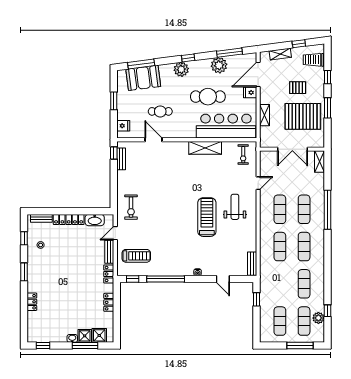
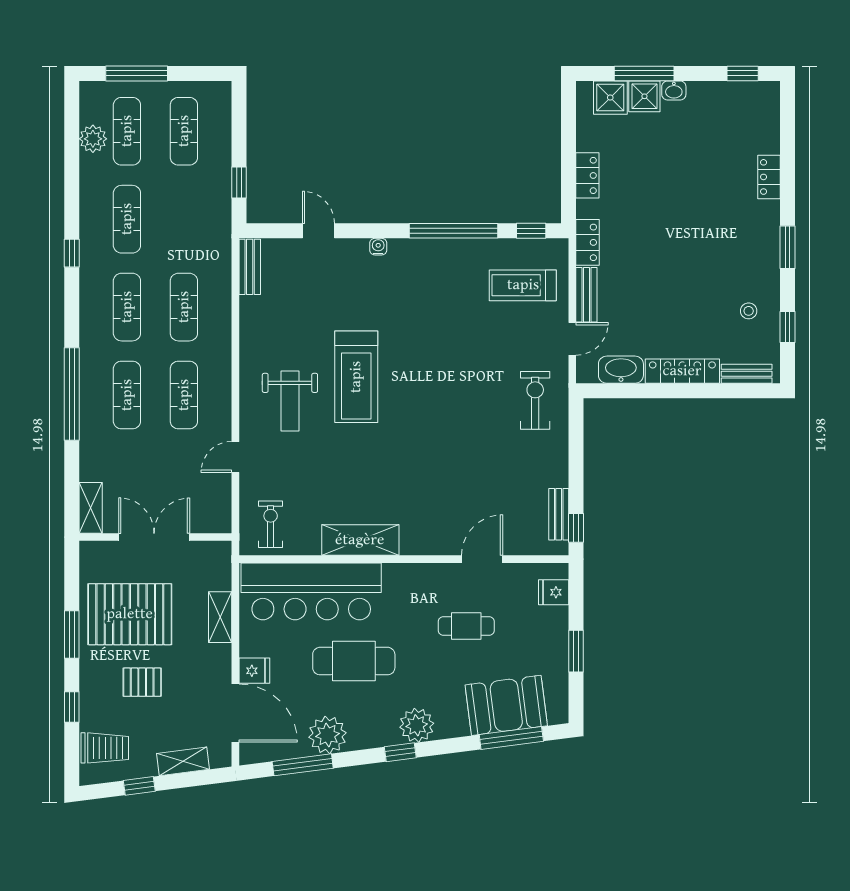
door: (258, 75) -> (235, 713), hinge flipped
door: (154, 140) -> (482, 559), swing flipped
window: (327, 311) -> (72, 253), moved

